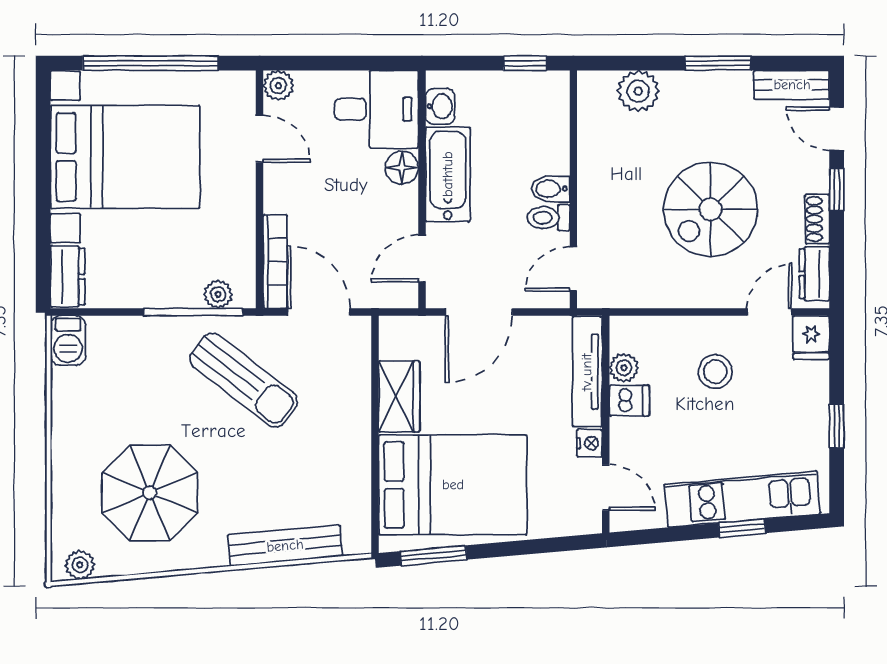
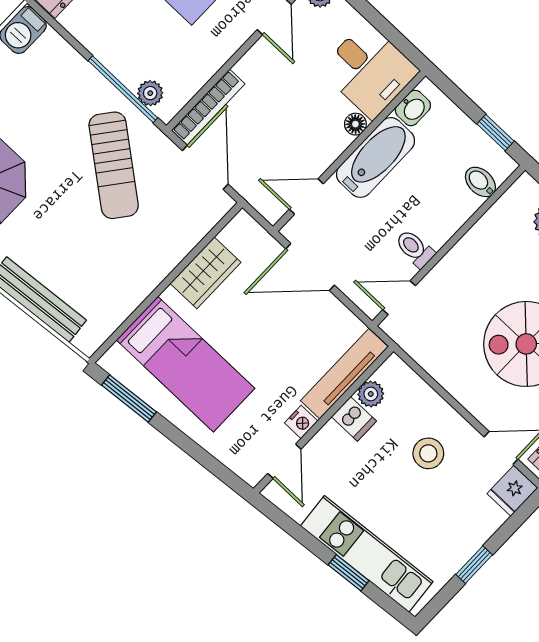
floor lamp: (402, 167) -> (355, 124), width x0.73, depth x0.73
bidet: (551, 189) -> (480, 182), moved
bed: (453, 485) -> (186, 364), width x0.67

